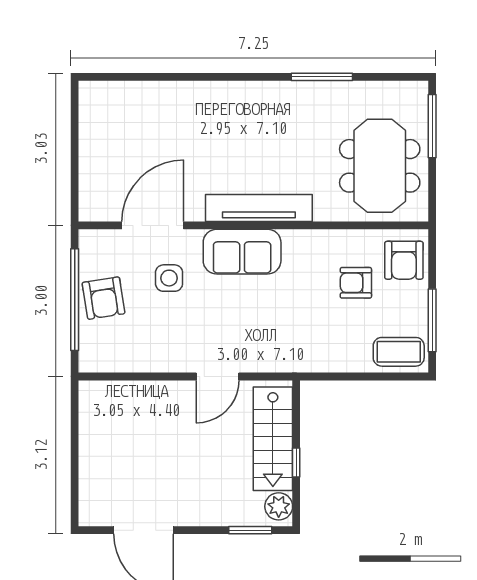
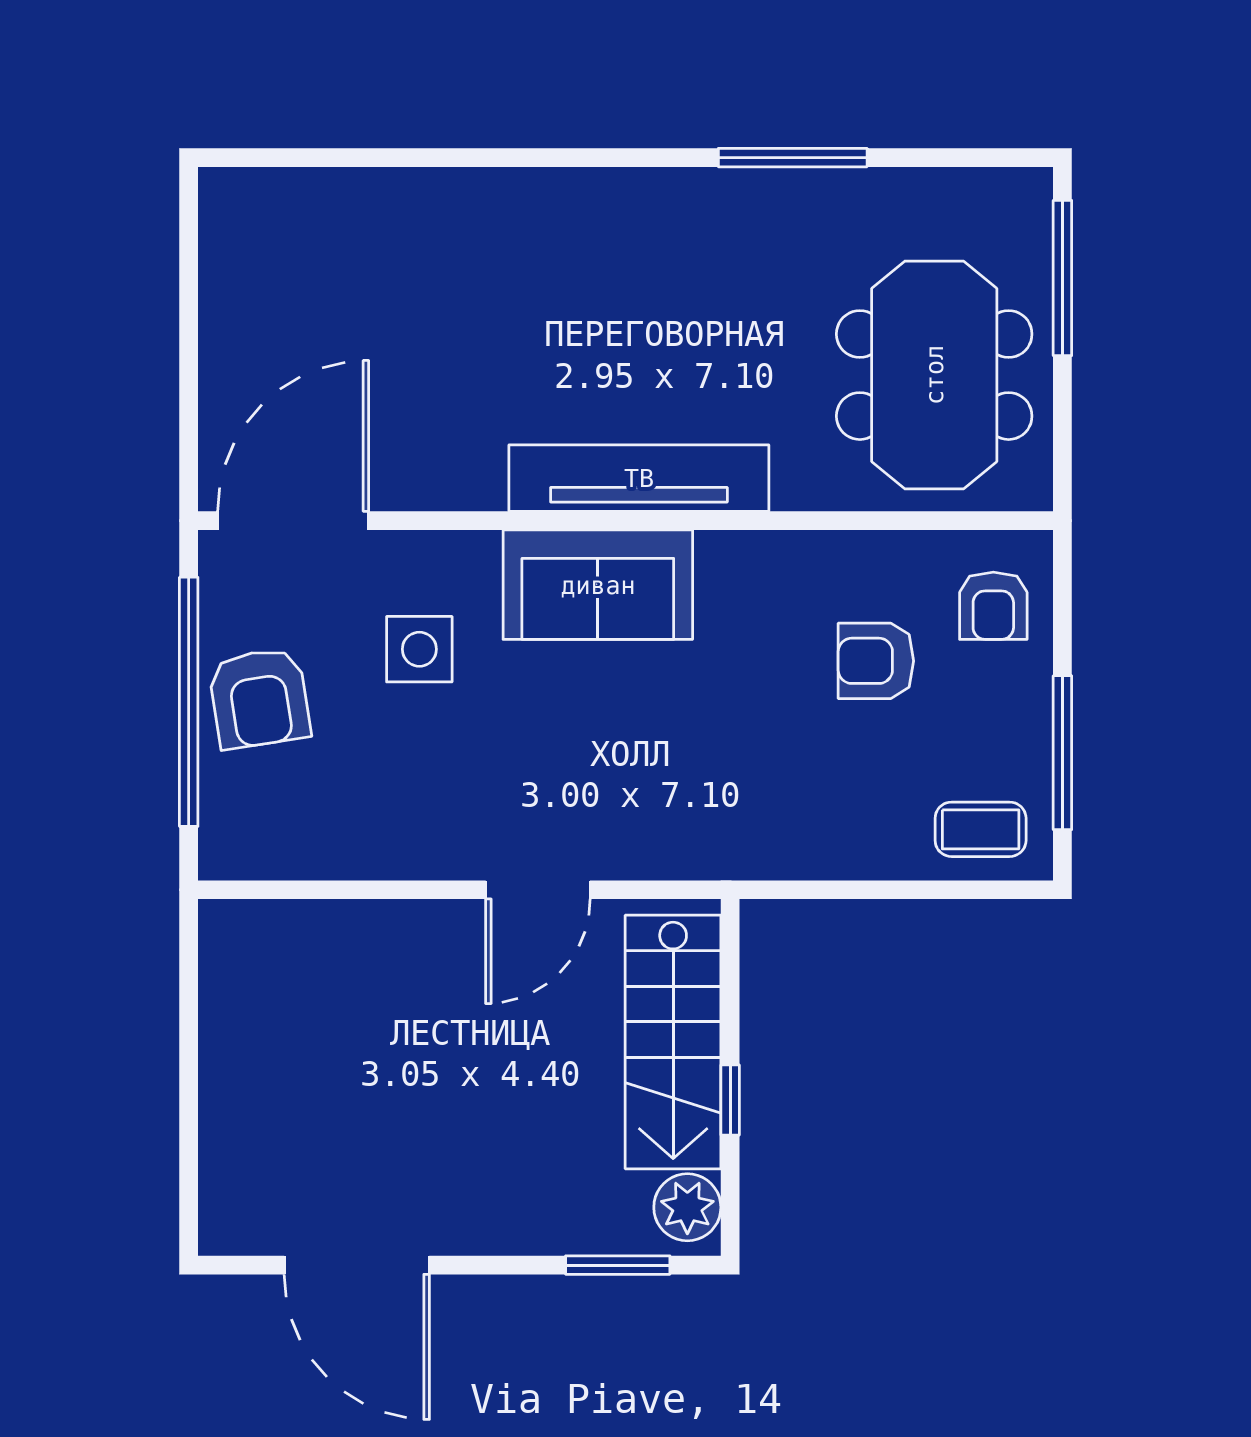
door: (153, 225) -> (293, 521), moved
armchair: (404, 260) -> (993, 606), width x0.72, depth x0.72
coffee table: (399, 352) -> (981, 829), width x0.73, depth x0.77

